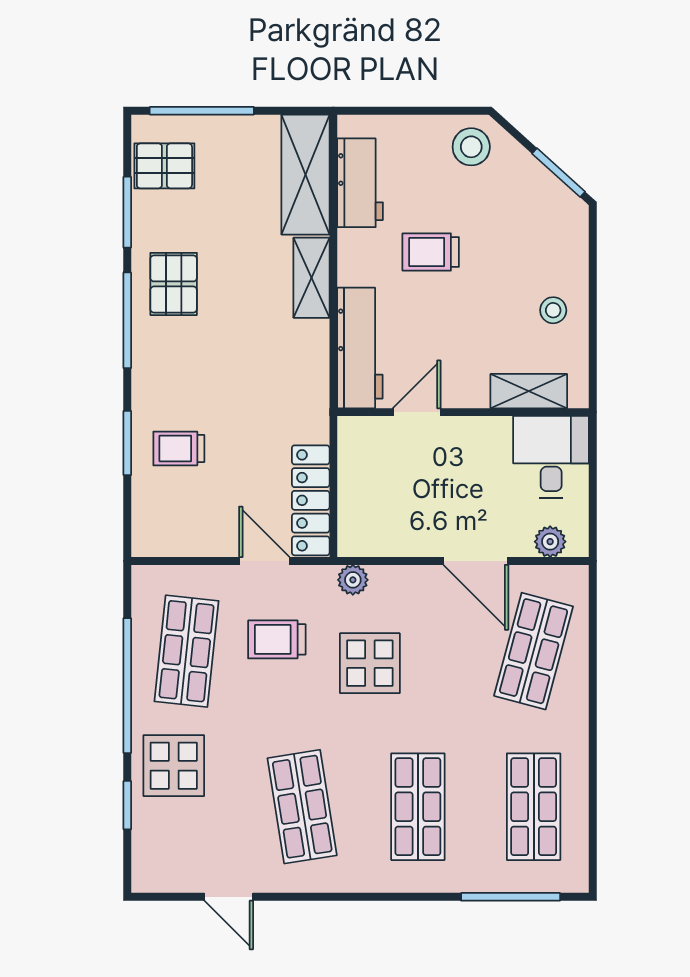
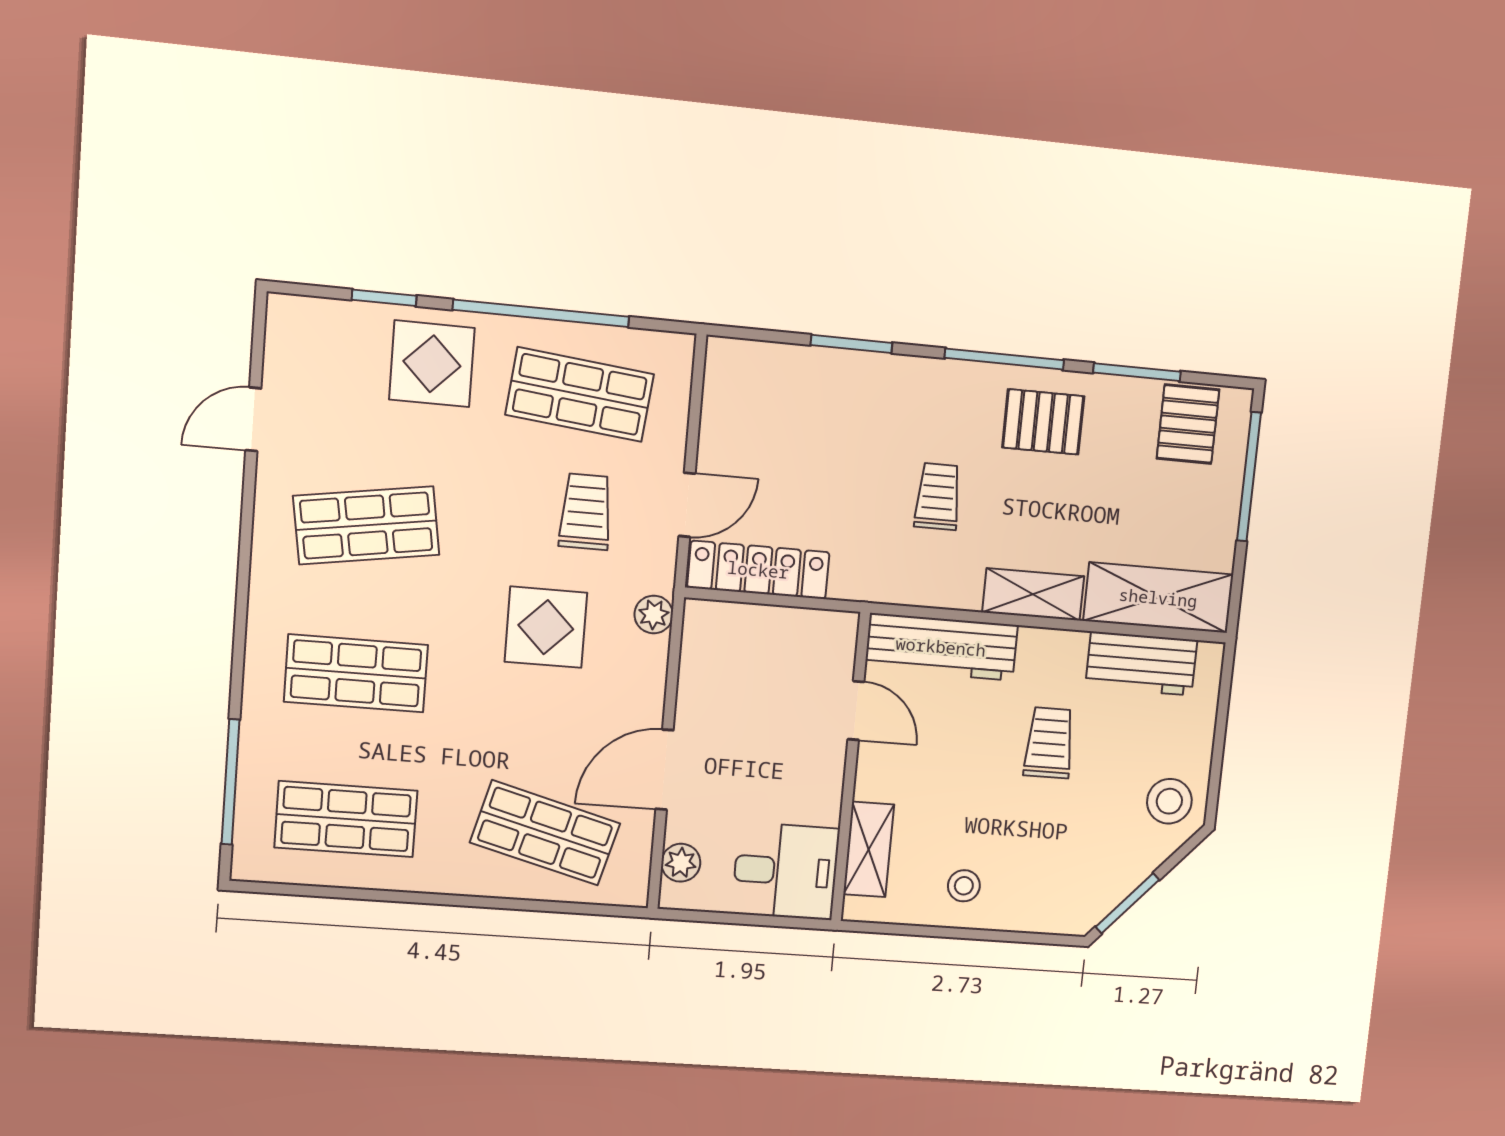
trolley: (179, 448) -> (938, 496), moved

